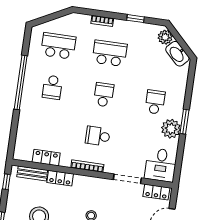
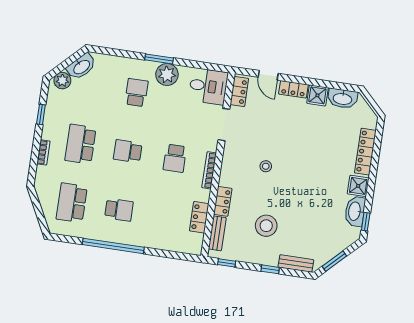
school desk: (155, 102) -> (136, 93), turned 90

